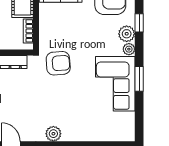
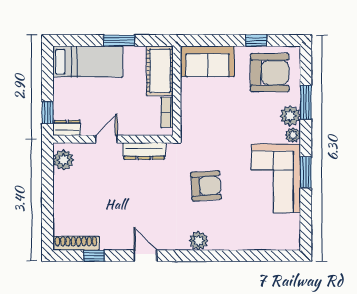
window: (139, 23) -> (306, 102), width x1.50
armchair: (58, 63) -> (206, 186), moved

